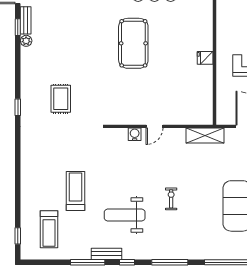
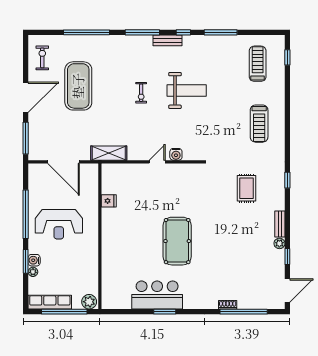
bench: (26, 20) -> (280, 224), moved
fridge: (205, 58) -> (109, 201), moved
treadmill: (75, 191) -> (259, 124), moved
weight bench: (125, 215) -> (187, 90), moved
bench: (106, 254) -> (167, 40), moved

